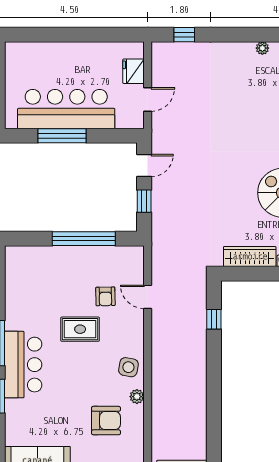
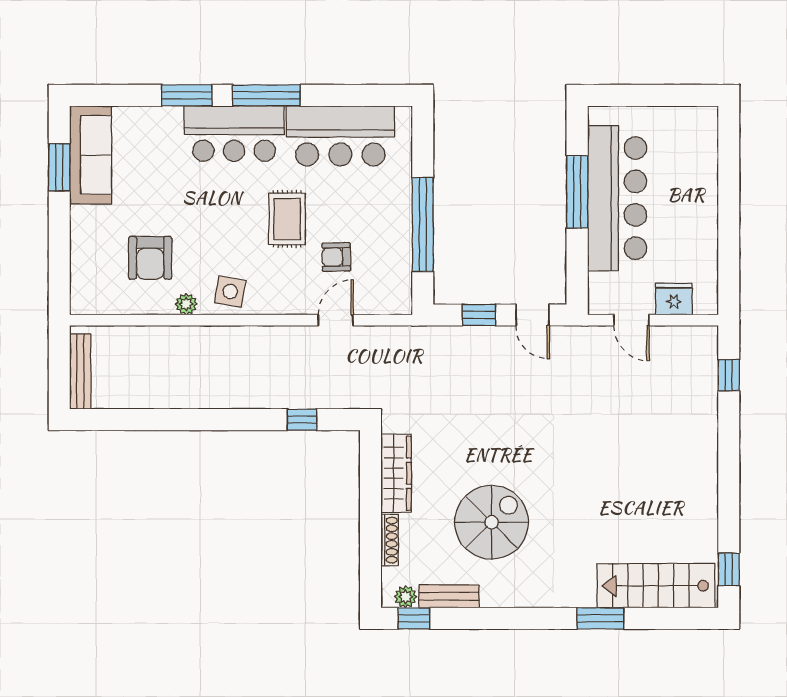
plant: (262, 48) -> (708, 492), removed
bar counter: (25, 294) -> (340, 136), added

